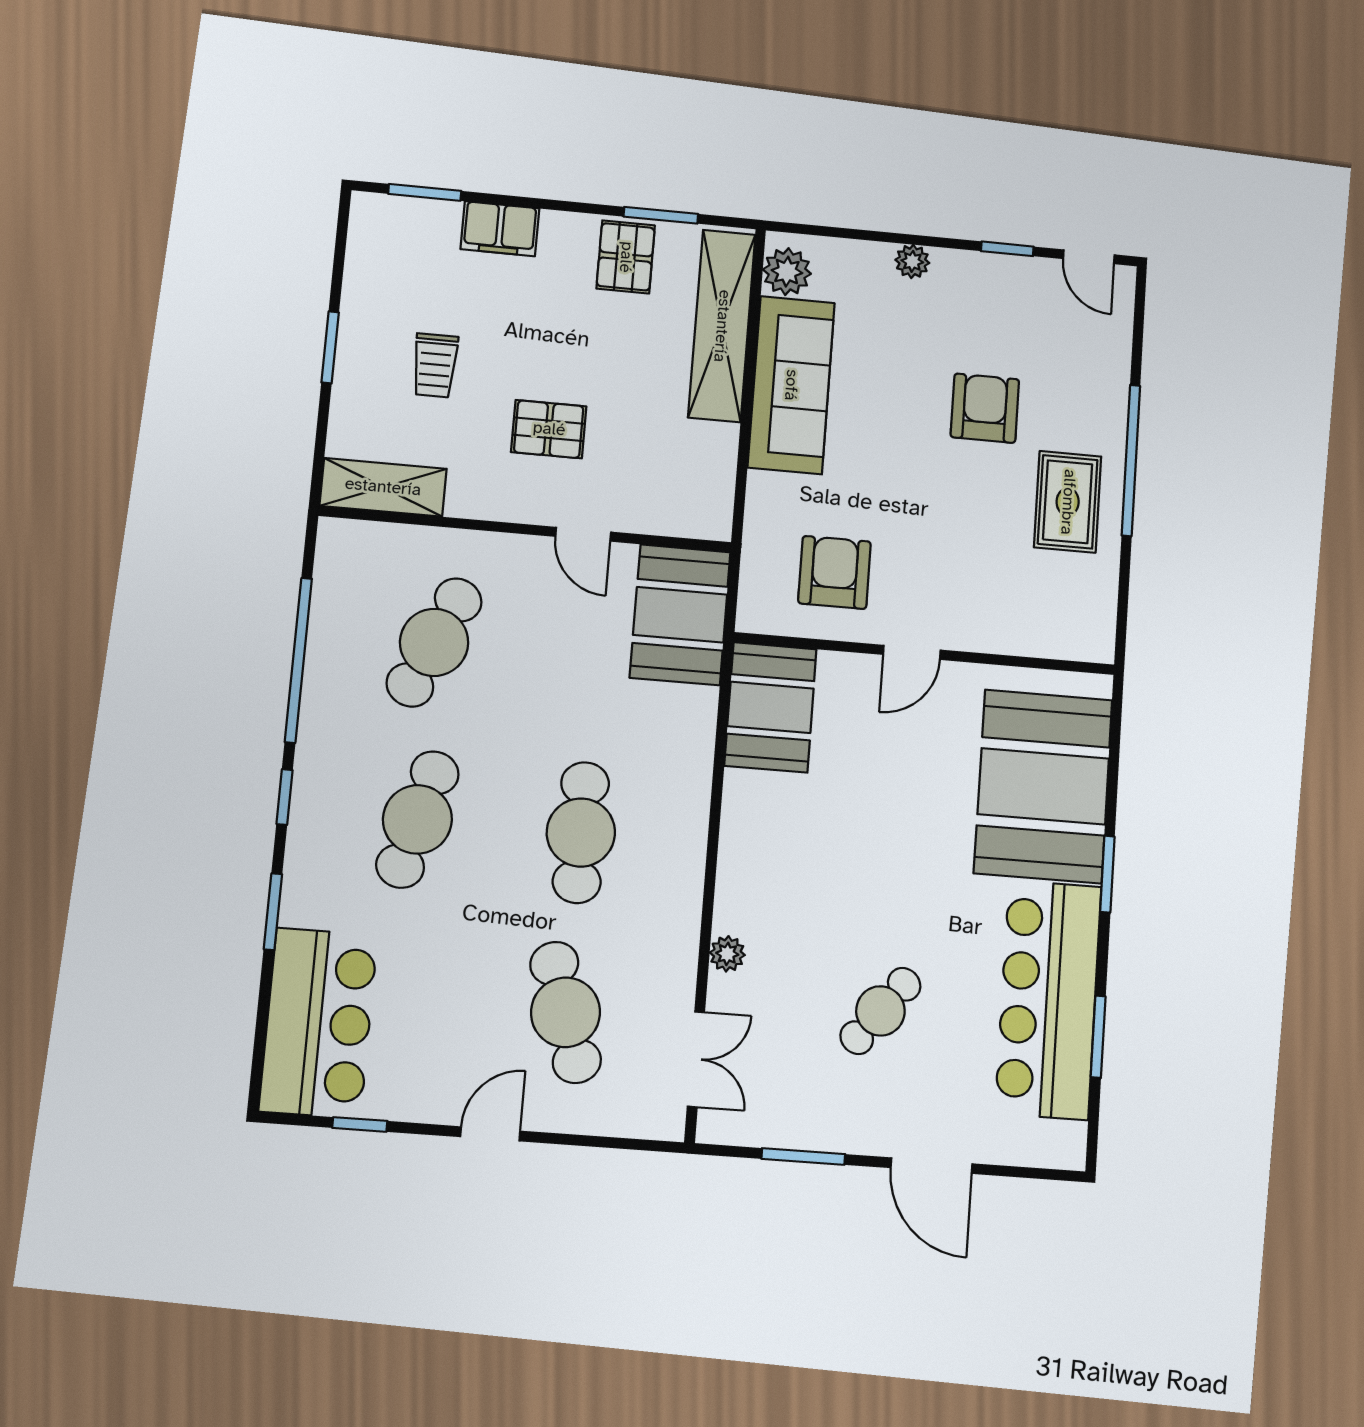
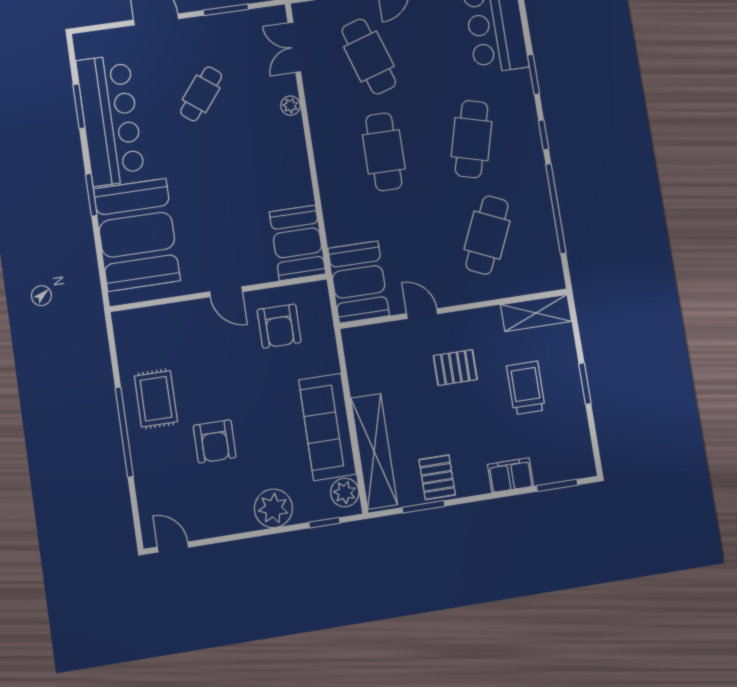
window: (1007, 249) -> (324, 523), moved
plant: (912, 261) -> (273, 508), width x1.87, depth x1.87
trolley: (435, 365) -> (526, 388), width x1.36, depth x1.39
door: (912, 652) -> (226, 292), swing flipped

